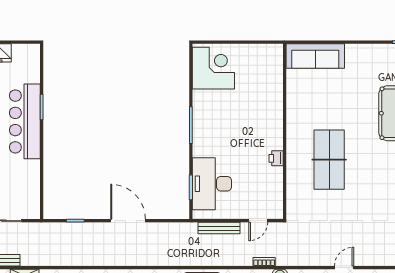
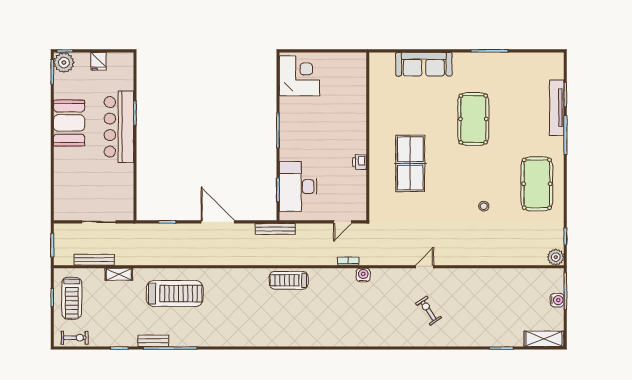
sofa: (315, 56) -> (424, 64), moved
bench: (219, 228) -> (275, 229), moved

